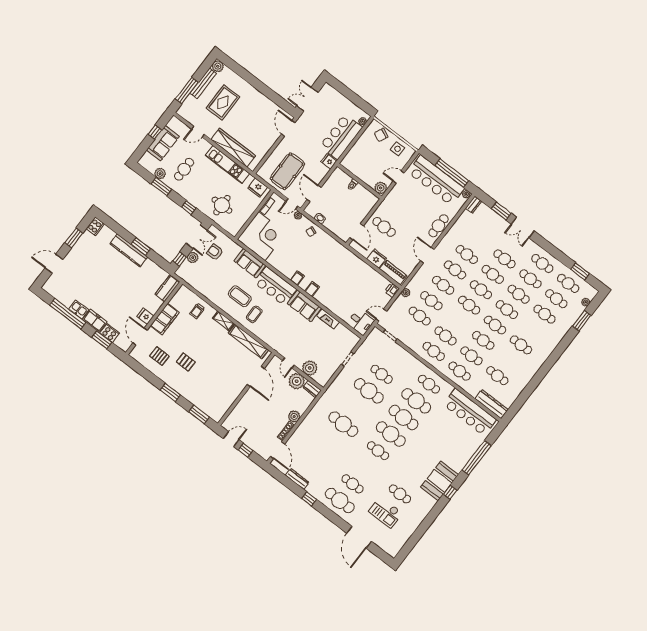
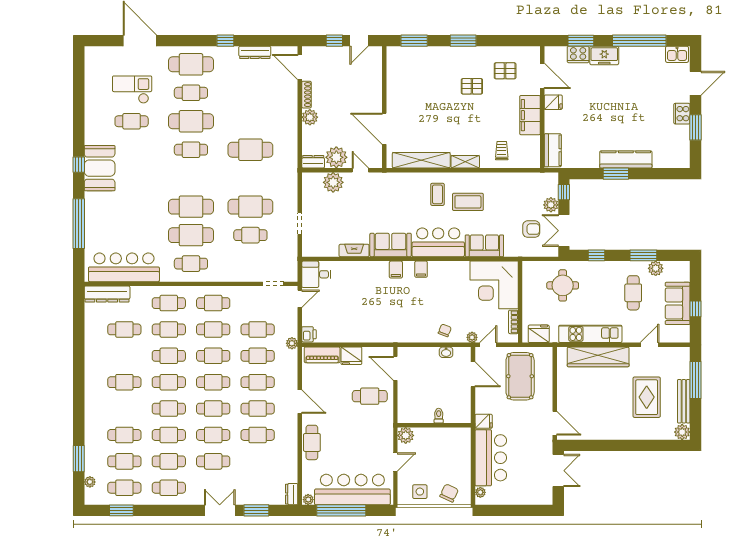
cooker: (95, 226) -> (682, 114), moved
kitchen sink: (79, 309) -> (677, 54), moved
cafe table: (457, 321) -> (213, 356), added
cafe table: (391, 434) -> (191, 121), moved

